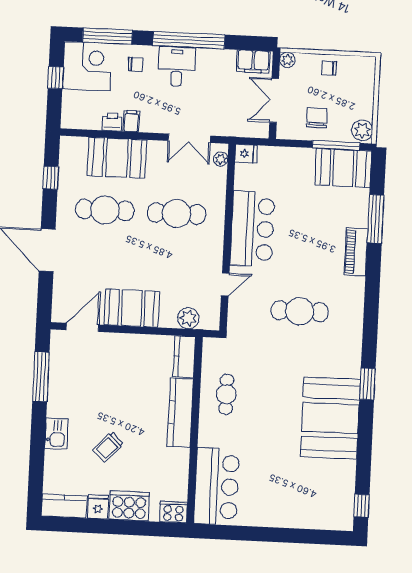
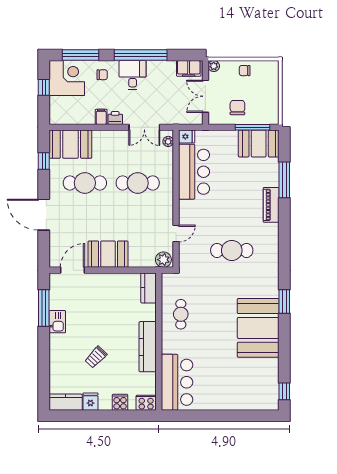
printer: (112, 122) -> (115, 118), moved
plant: (362, 130) -> (271, 115), removed
booth: (117, 158) -> (70, 144), moved
bar counter: (252, 229) -> (194, 172), moved
plant: (188, 318) -> (163, 260), moved
kitchen counter: (180, 413) -> (148, 347), moved
kitchen sink: (56, 434) -> (57, 322), moved
cooker: (129, 506) -> (120, 402), width x0.53, depth x0.76

